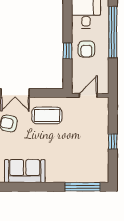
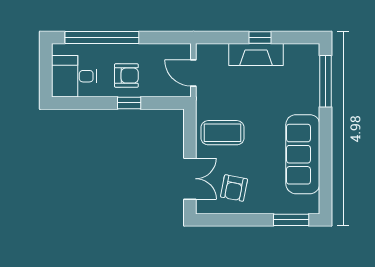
coffee table: (47, 116) -> (223, 133), turned 90
fireplace: (101, 139) -> (256, 54), added
sofa: (25, 171) -> (303, 154), width x1.36

